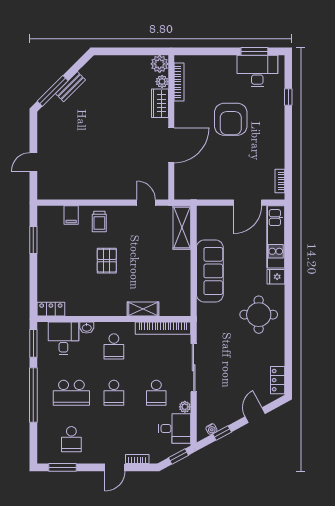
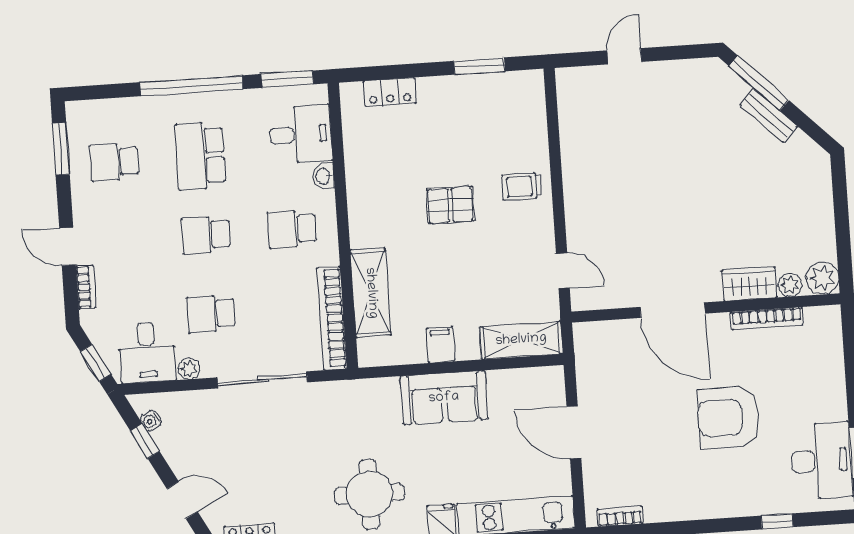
bookcase: (179, 82) -> (767, 318), moved
door: (33, 162) -> (624, 56), hinge flipped
door: (146, 203) -> (563, 271), hinge flipped
door: (248, 203) -> (574, 432), moved
filing cabinet: (71, 215) -> (440, 345), moved, turned 90
sofa: (210, 271) -> (444, 398), width x0.73
locker: (51, 309) -> (390, 92), moved, turned 90
shelving: (143, 309) -> (371, 293), width x1.50, depth x1.33

